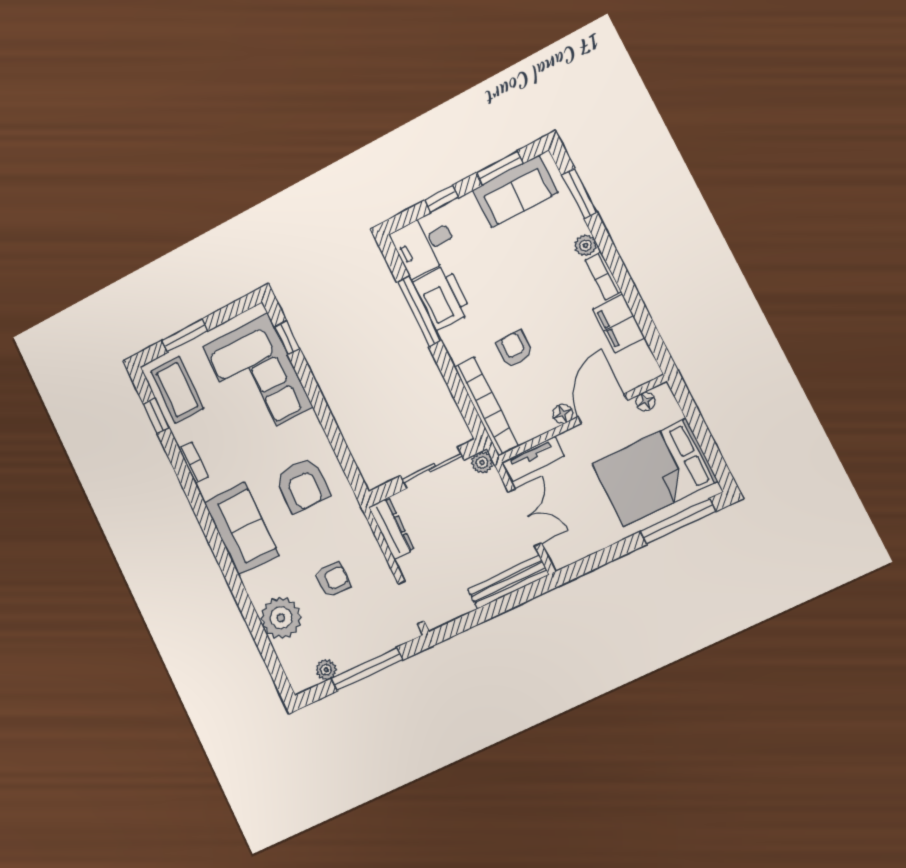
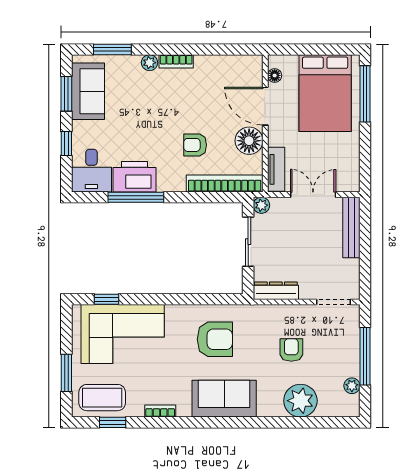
filing cabinet: (619, 323) -> (213, 67), removed
floor lamp: (563, 414) -> (249, 141), width x1.89, depth x1.89

